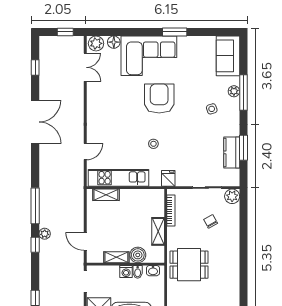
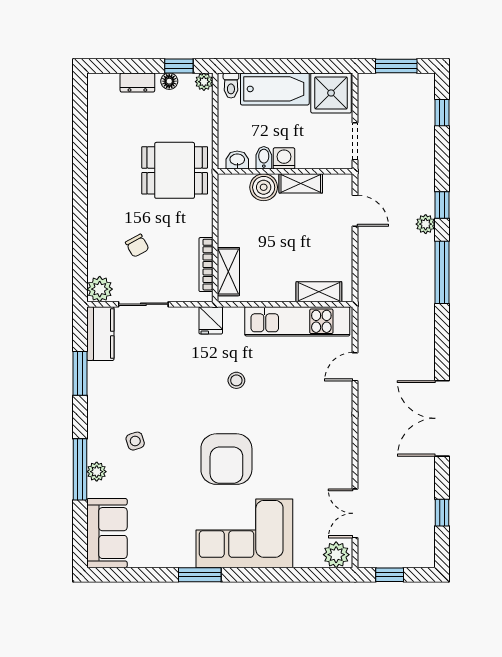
floor lamp: (114, 42) -> (305, 557), removed
kitchen counter: (232, 152) -> (100, 334), moved
shelving: (158, 231) -> (228, 272), moved

